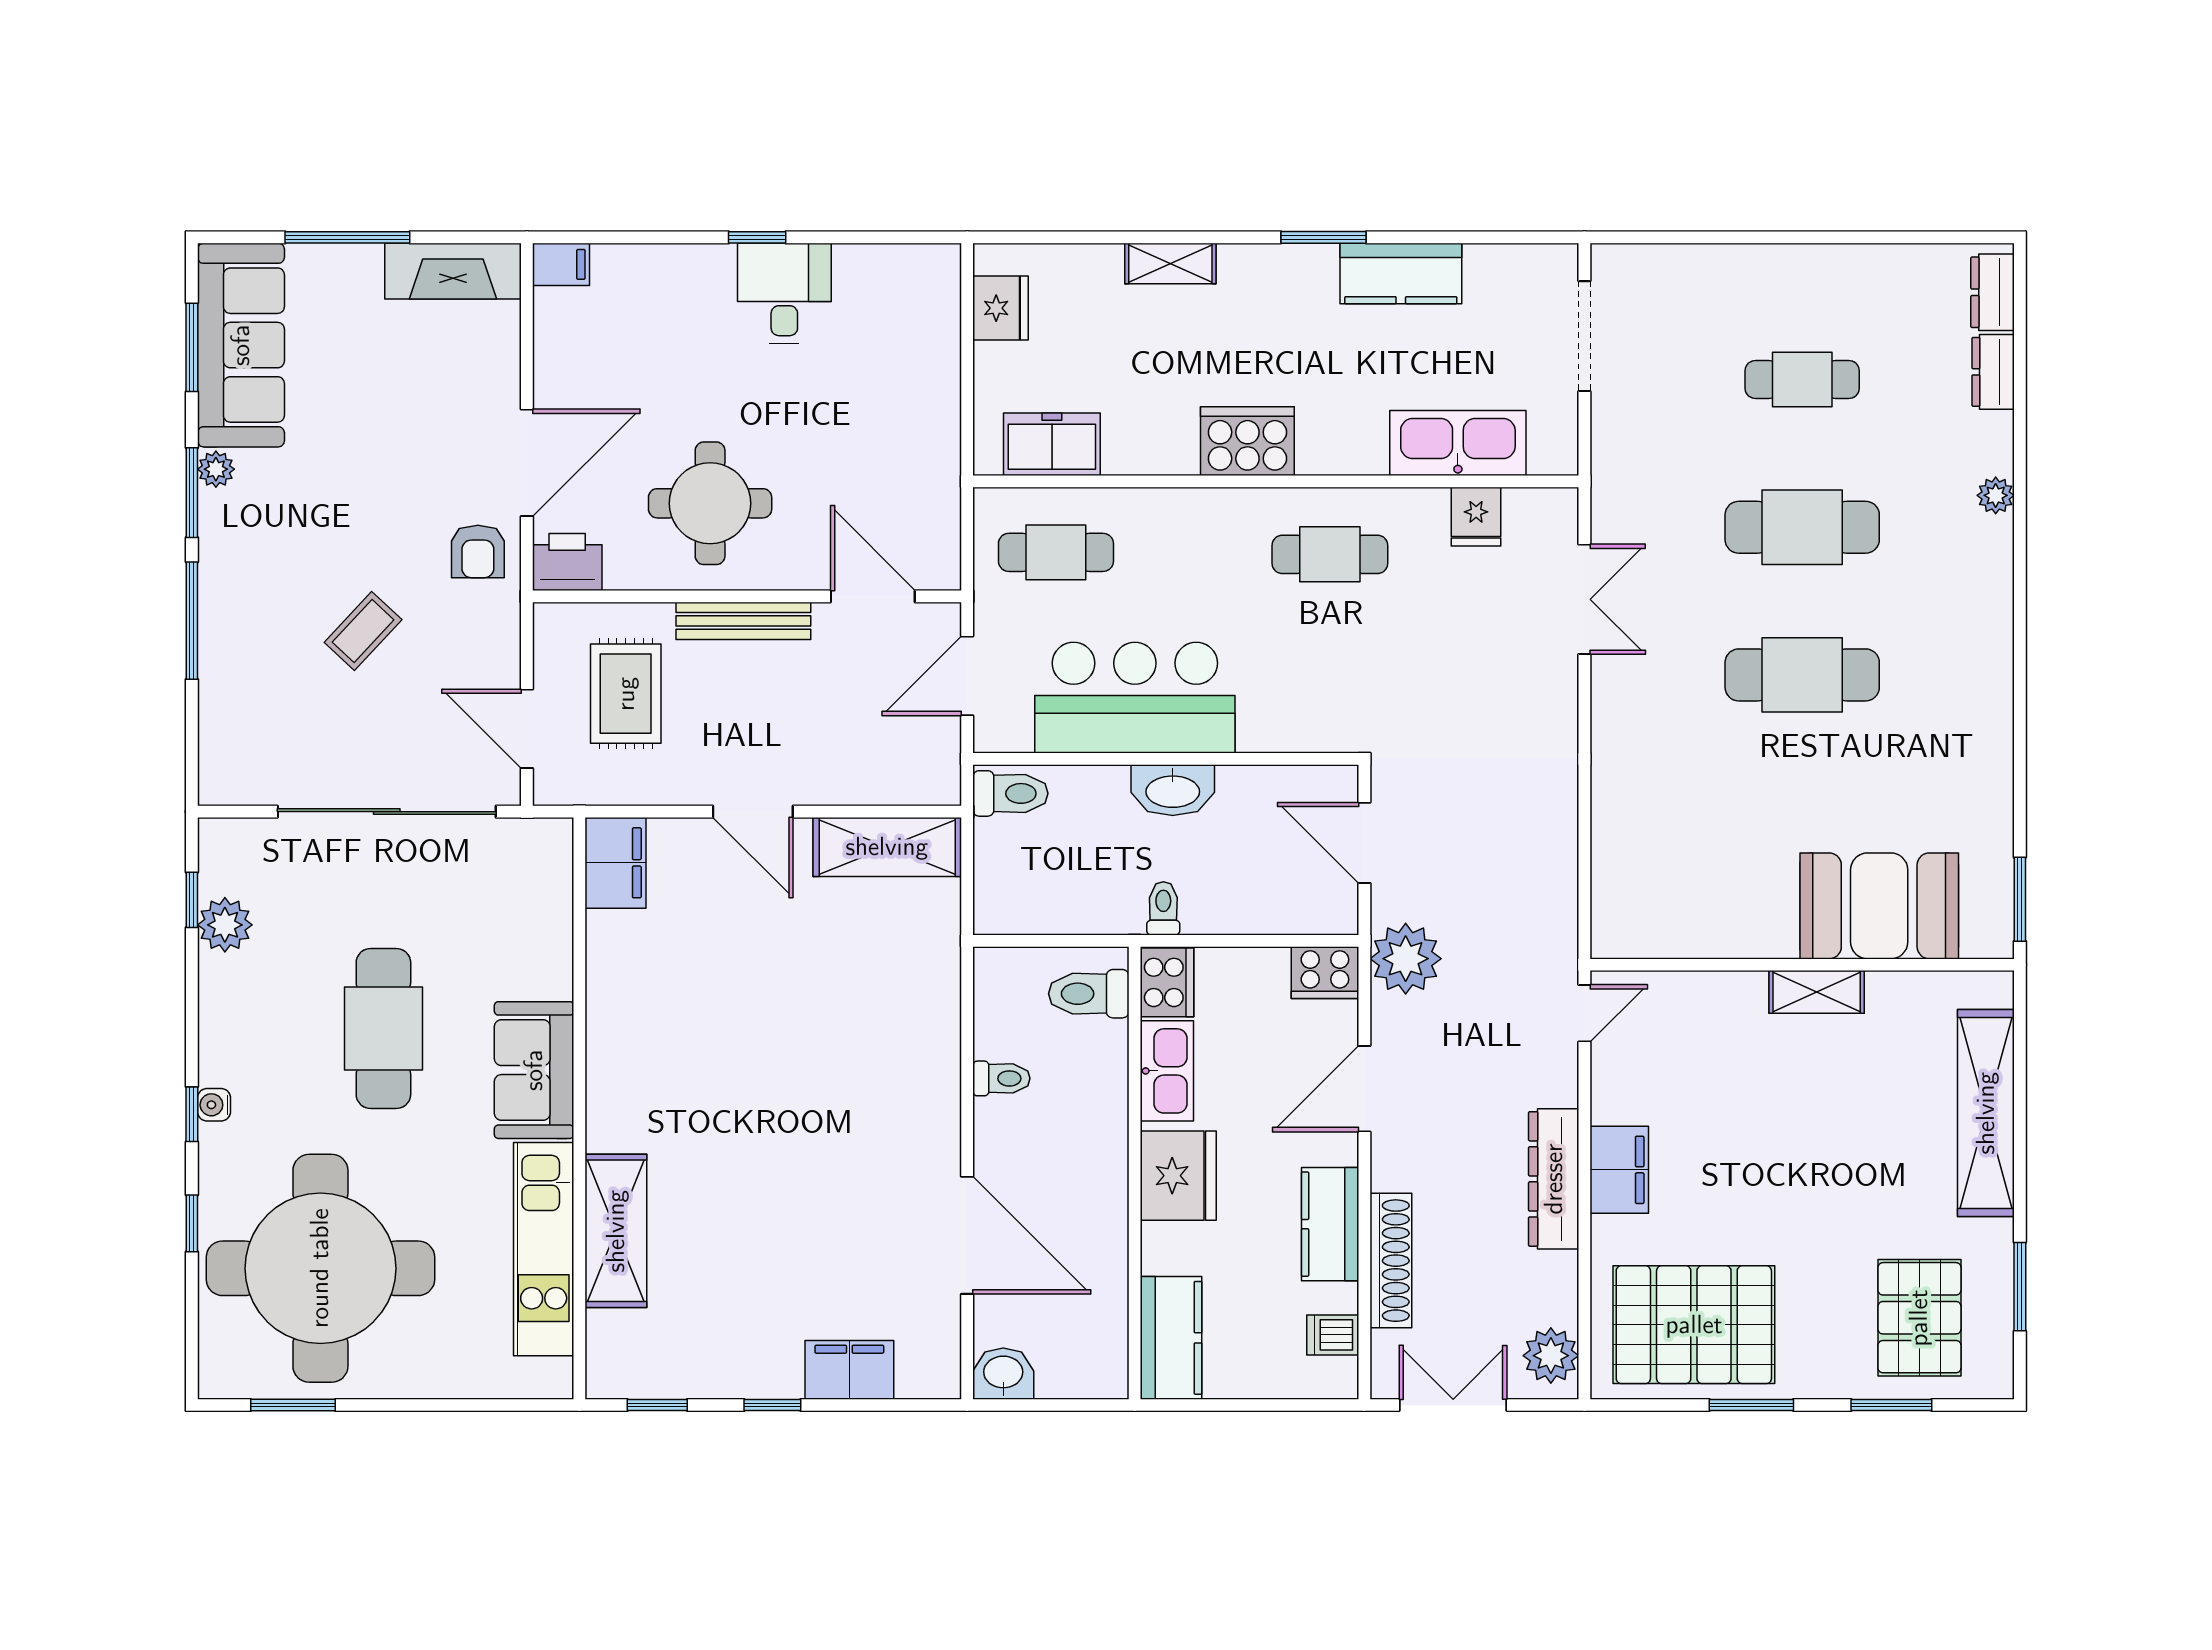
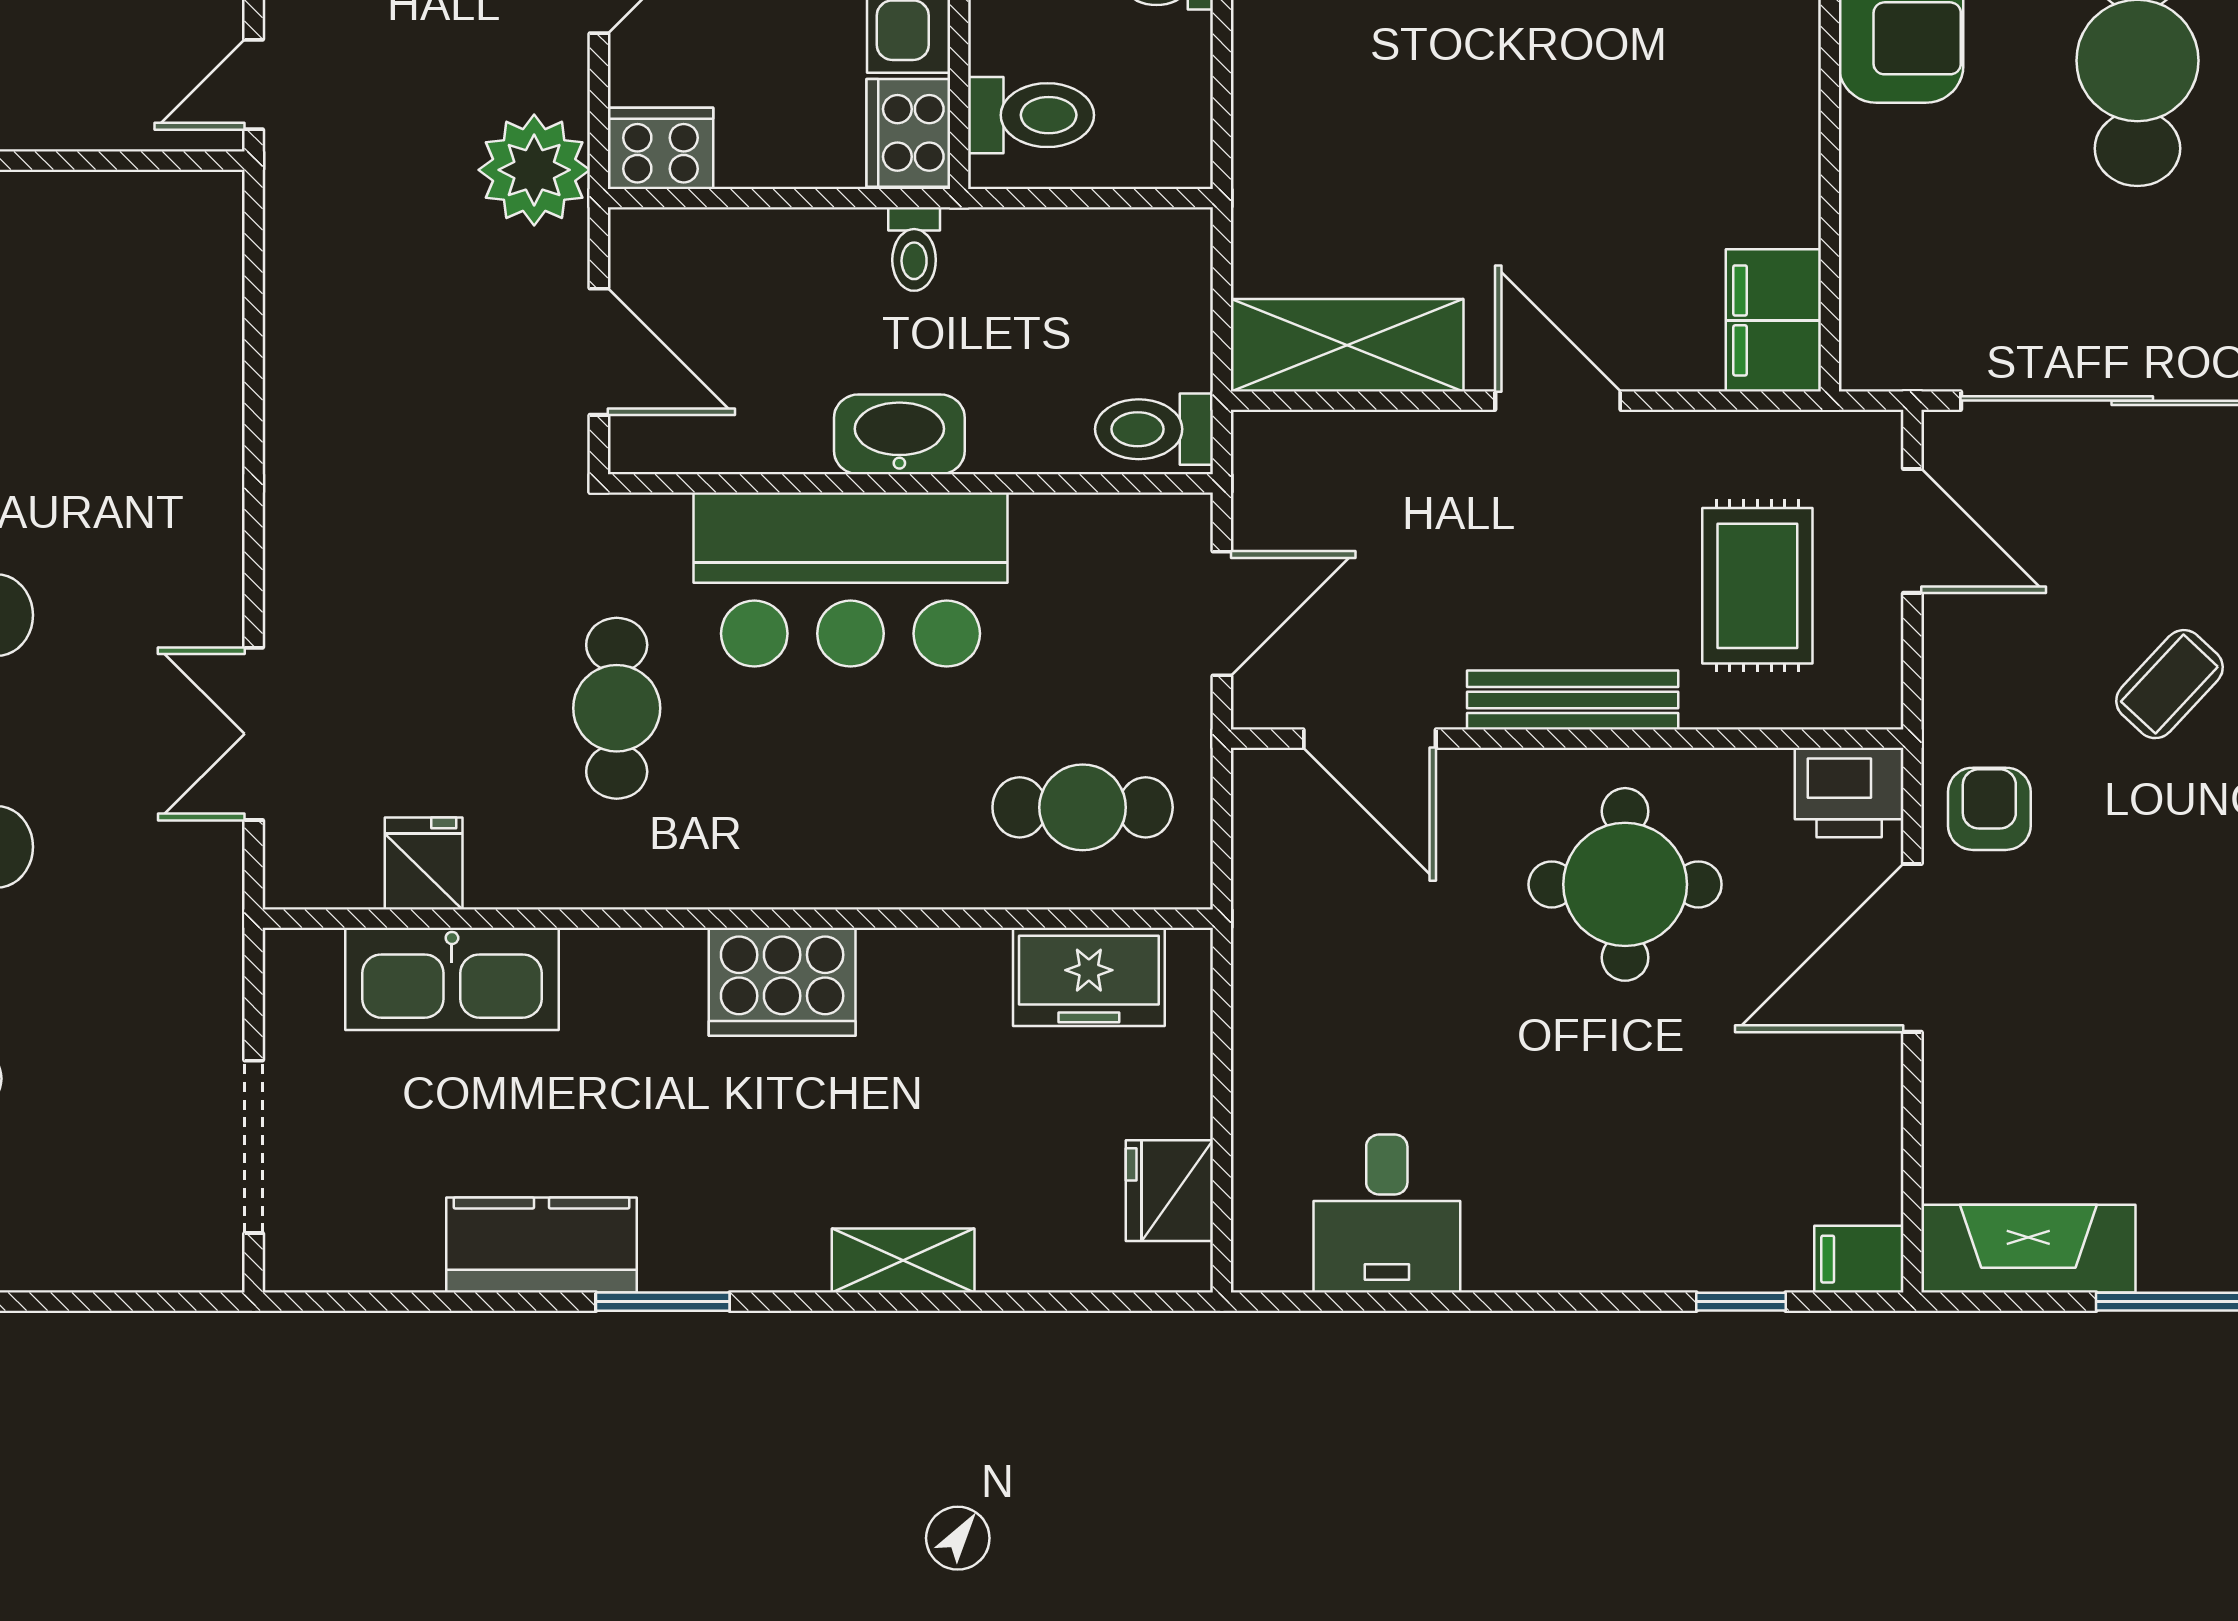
window: (757, 237) -> (1741, 1302), moved
desk: (784, 293) -> (1387, 1213), moved
cafe table: (1330, 554) -> (617, 708), moved, turned 90
bar counter: (1135, 698) -> (850, 579), moved

